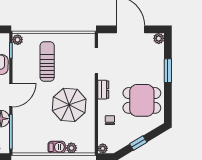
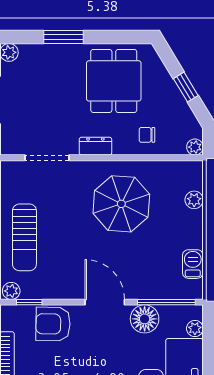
sun lounger: (47, 62) -> (24, 237), moved, turned -90
barbecue: (57, 147) -> (193, 264), moved

